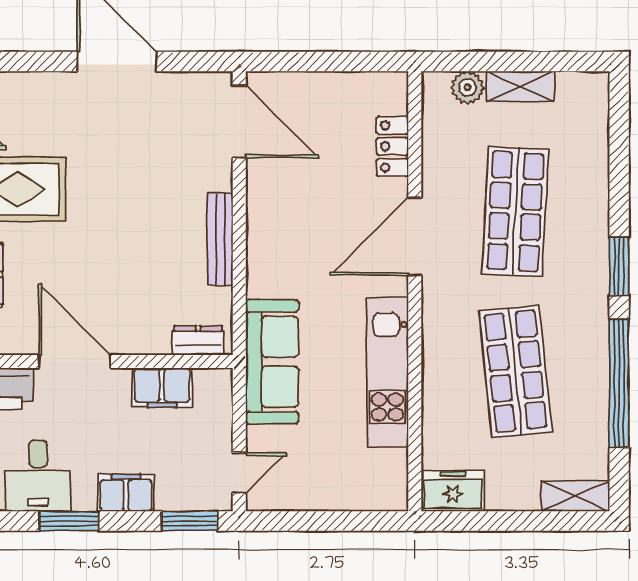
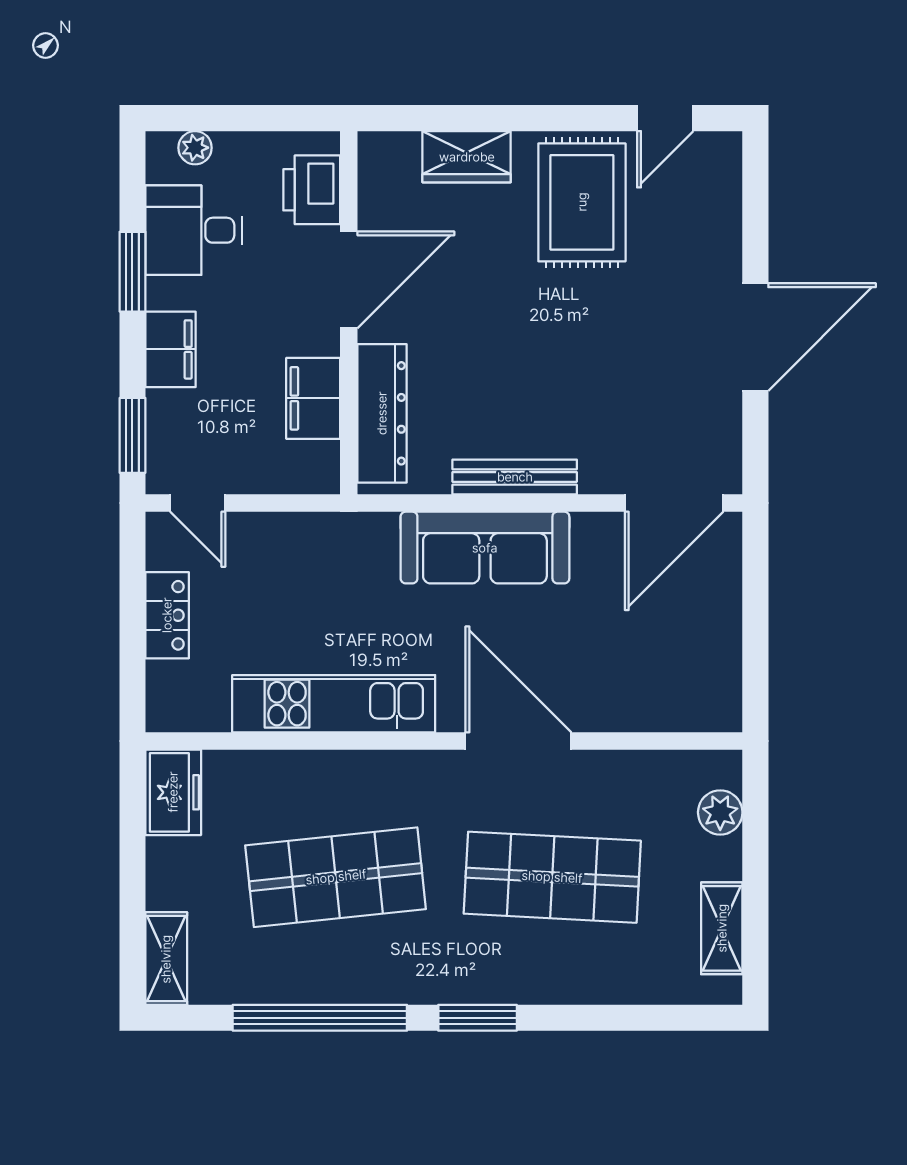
shelving: (520, 86) -> (722, 928), moved
locker: (392, 146) -> (167, 615), moved, turned 90
dresser: (198, 340) -> (382, 413), width x1.96, depth x1.24
sofa: (272, 362) -> (485, 548), moved

